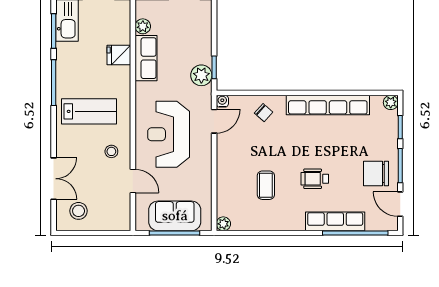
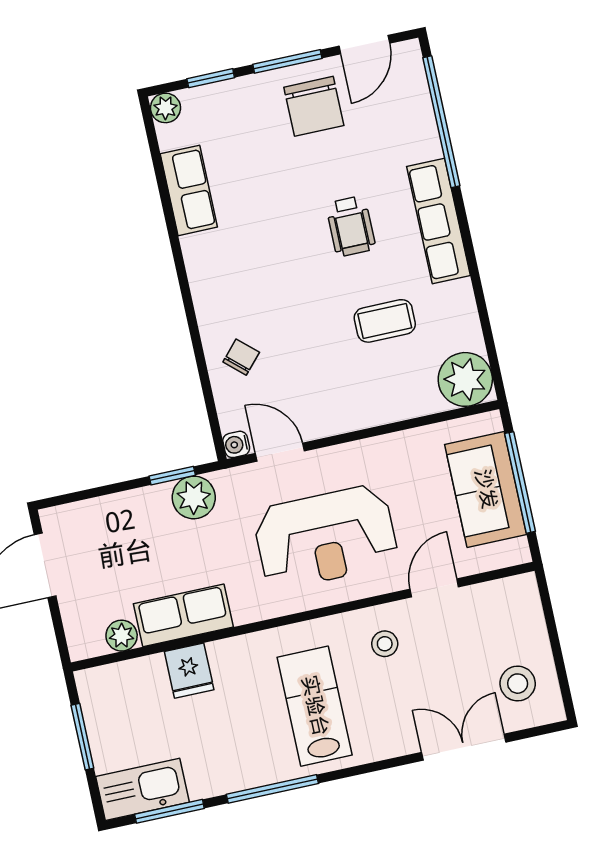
row of seats: (328, 105) -> (189, 190), width x0.50
row of seats: (335, 221) -> (439, 221), moved
plant: (223, 224) -> (465, 379), width x1.88, depth x1.88

